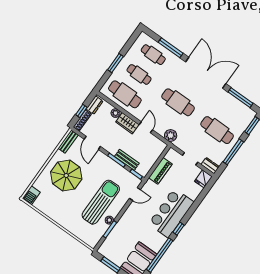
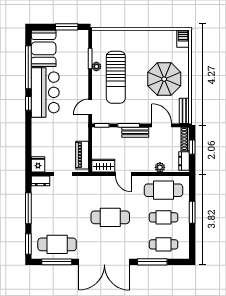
wardrobe: (127, 123) -> (103, 166), moved
cafe table: (217, 130) -> (57, 244), moved
plant: (171, 136) -> (96, 182), removed
bench: (127, 160) -> (135, 132), moved
piano: (160, 171) -> (82, 155), moved
bar counter: (171, 213) -> (45, 92), moved

